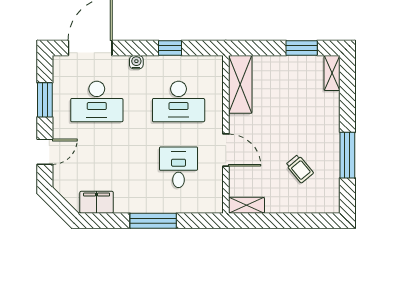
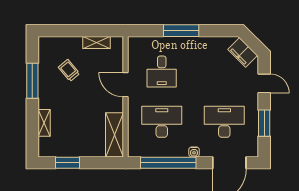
window: (170, 48) -> (168, 163), width x3.17
shelving: (332, 73) -> (44, 123), moved
door: (45, 152) -> (264, 83), swing flipped
filing cabinet: (97, 202) -> (243, 52), moved, turned 45
shelving: (246, 205) -> (96, 42), moved

